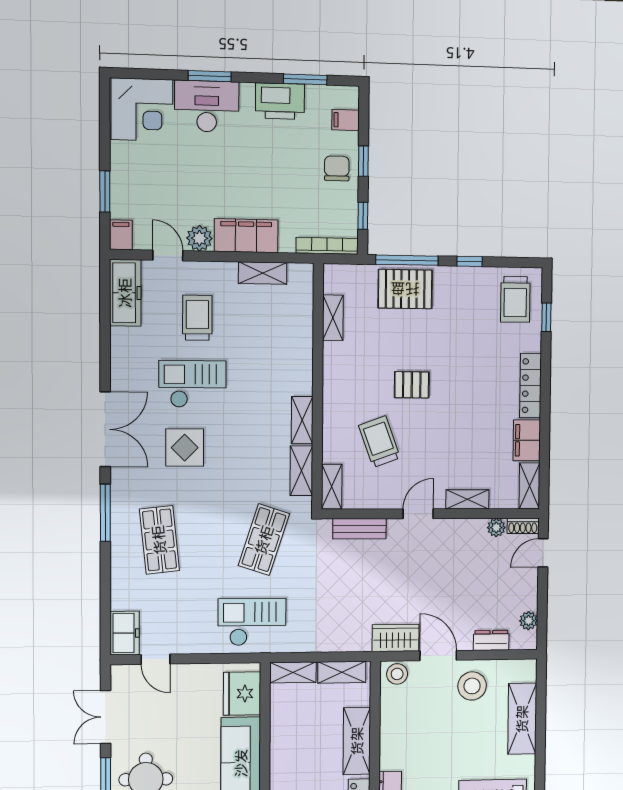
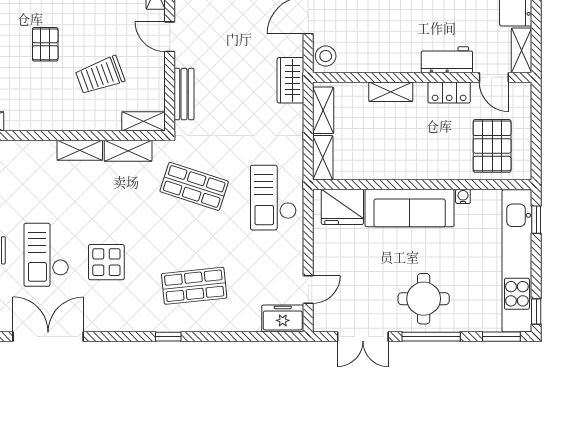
double door: (105, 429) -> (48, 337), moved
window: (105, 513) -> (168, 337), width x0.46
wardrobe: (396, 638) -> (290, 80), moved
shelving: (357, 741) -> (391, 92), width x0.67, depth x0.75

